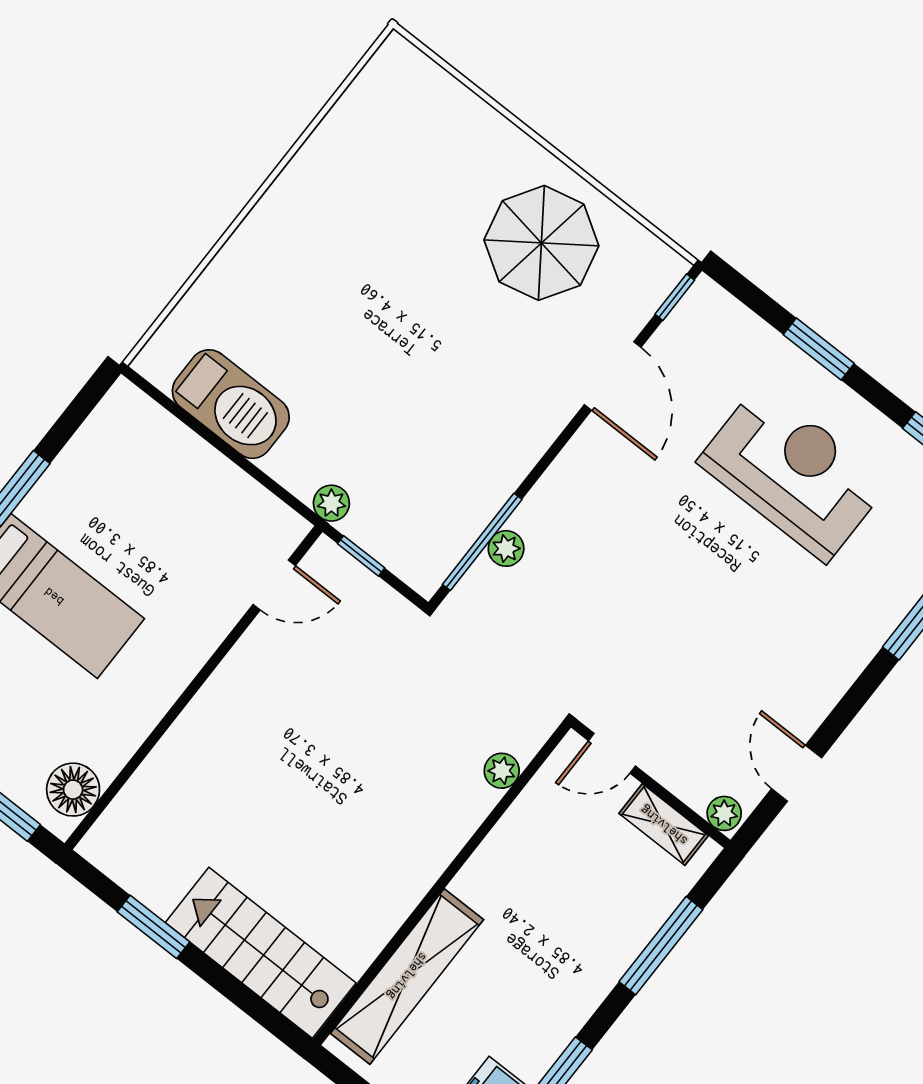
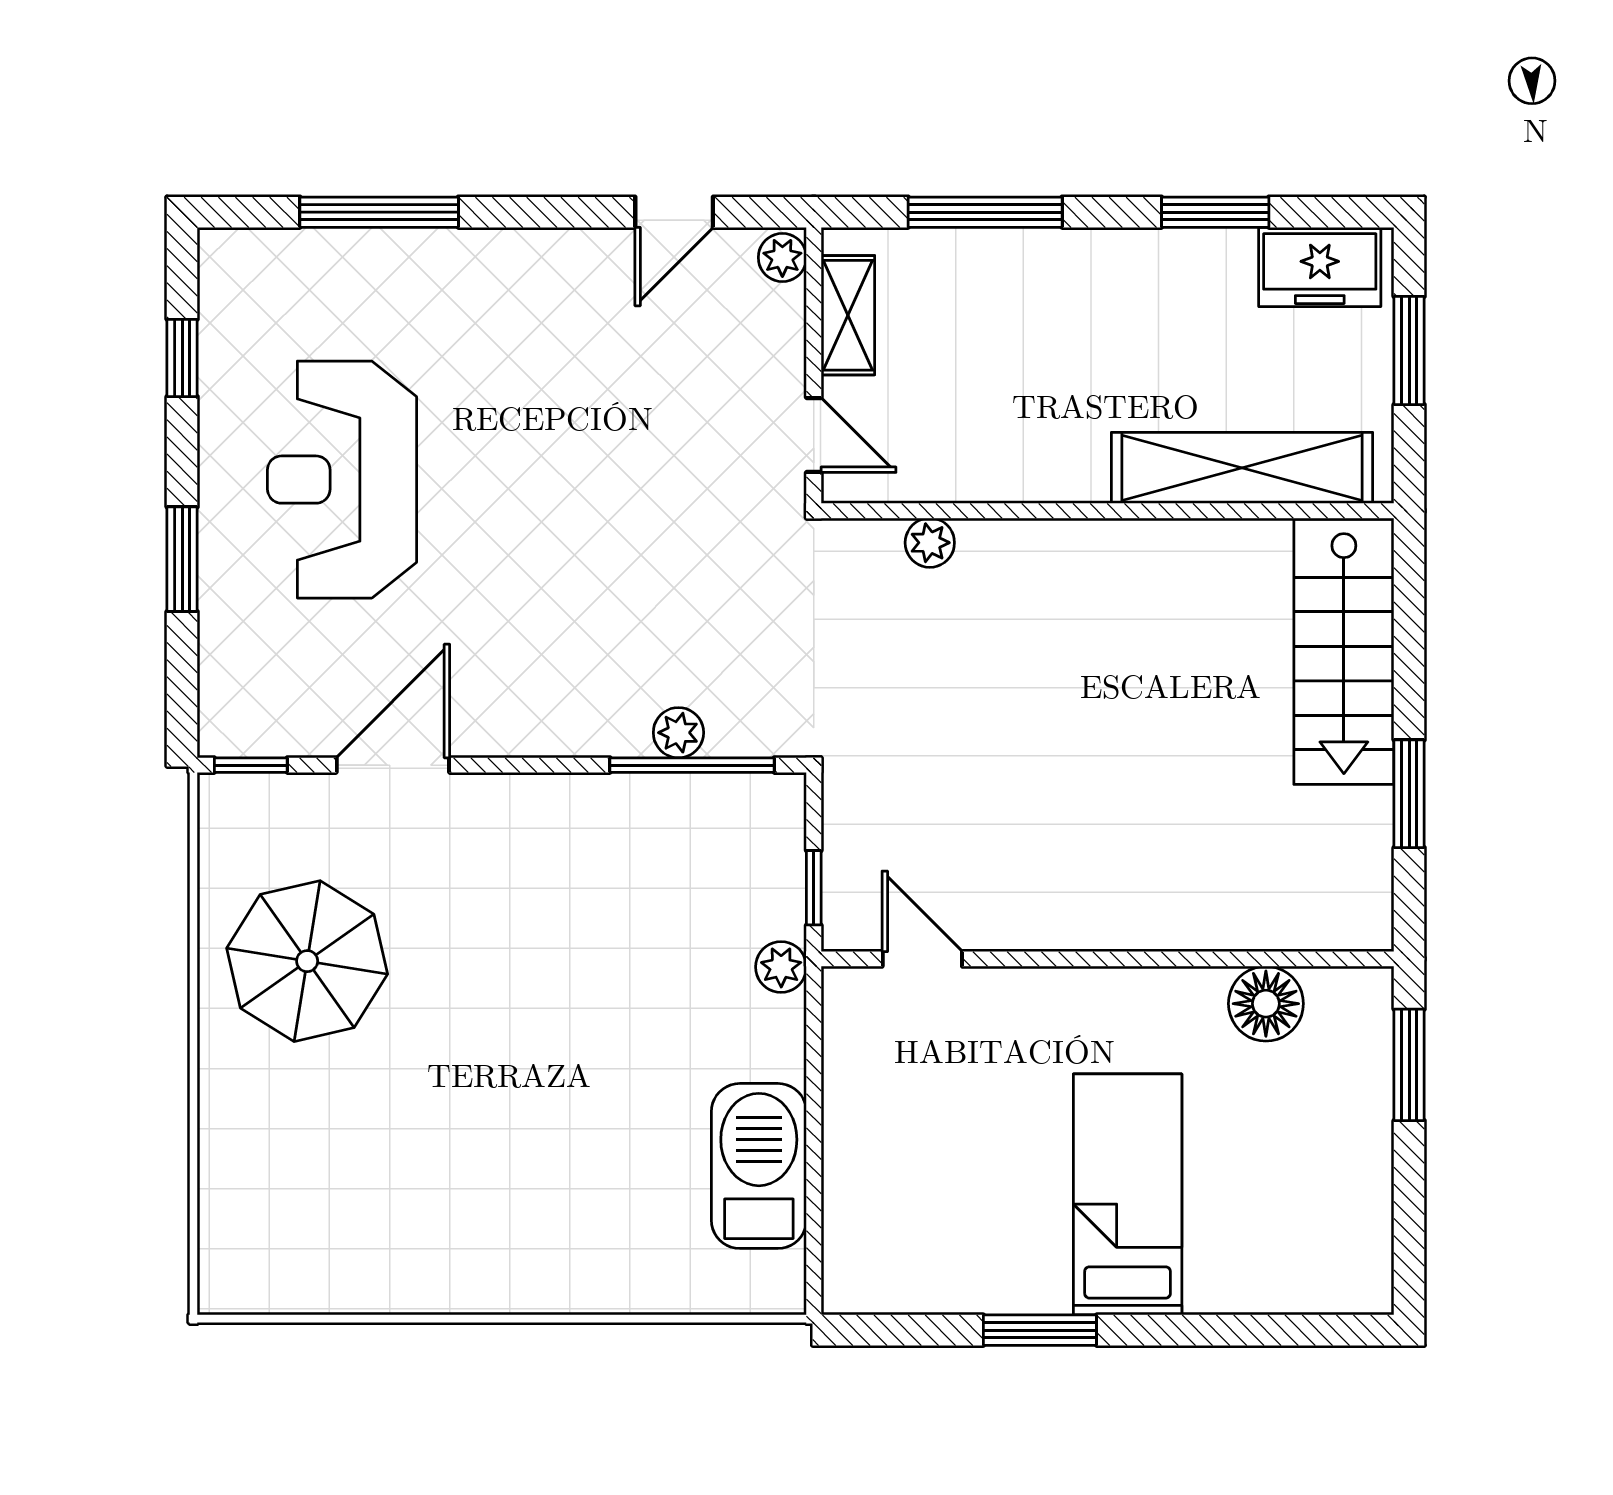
floor lamp: (73, 790) -> (1266, 1004), moved

